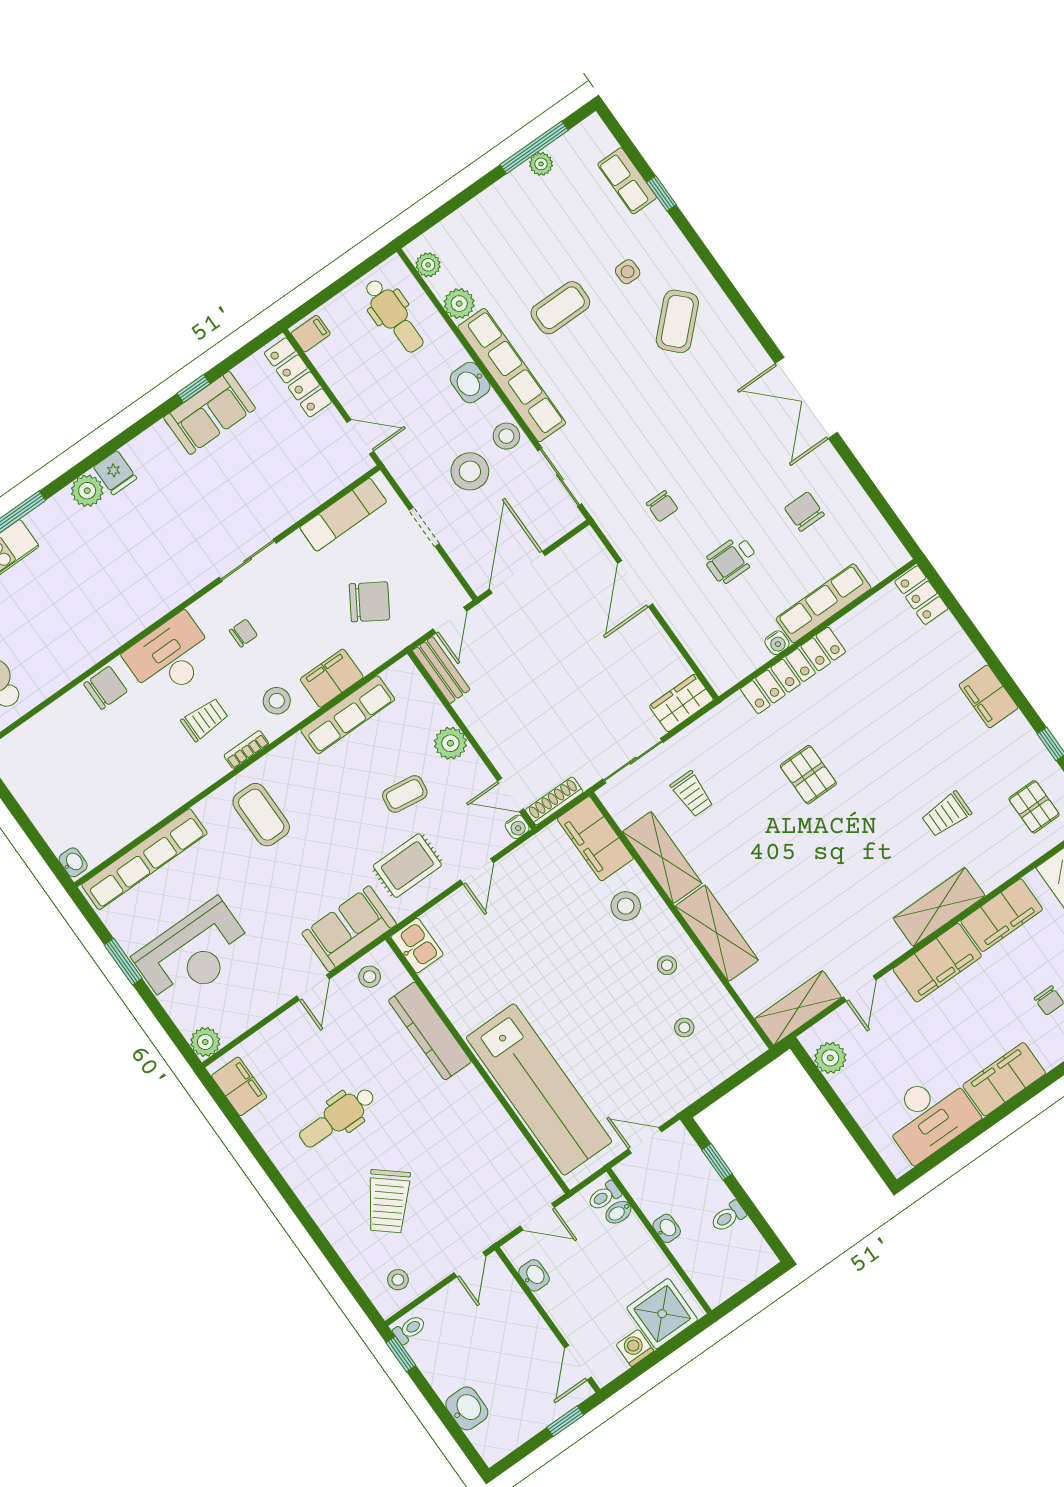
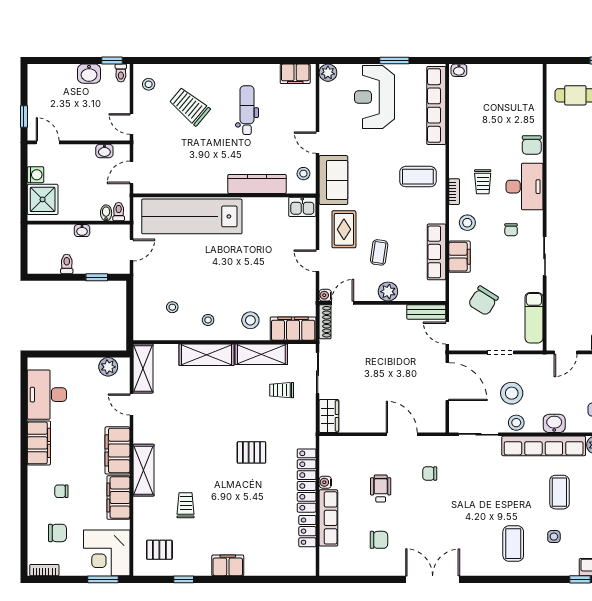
coffee table: (677, 321) -> (513, 544), turned 44
locker: (921, 595) -> (307, 531), moved, turned -90
washbasin: (467, 1408) -> (89, 74), moved

